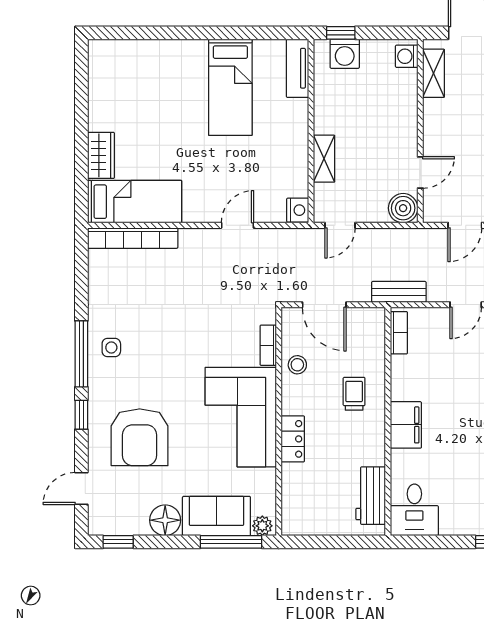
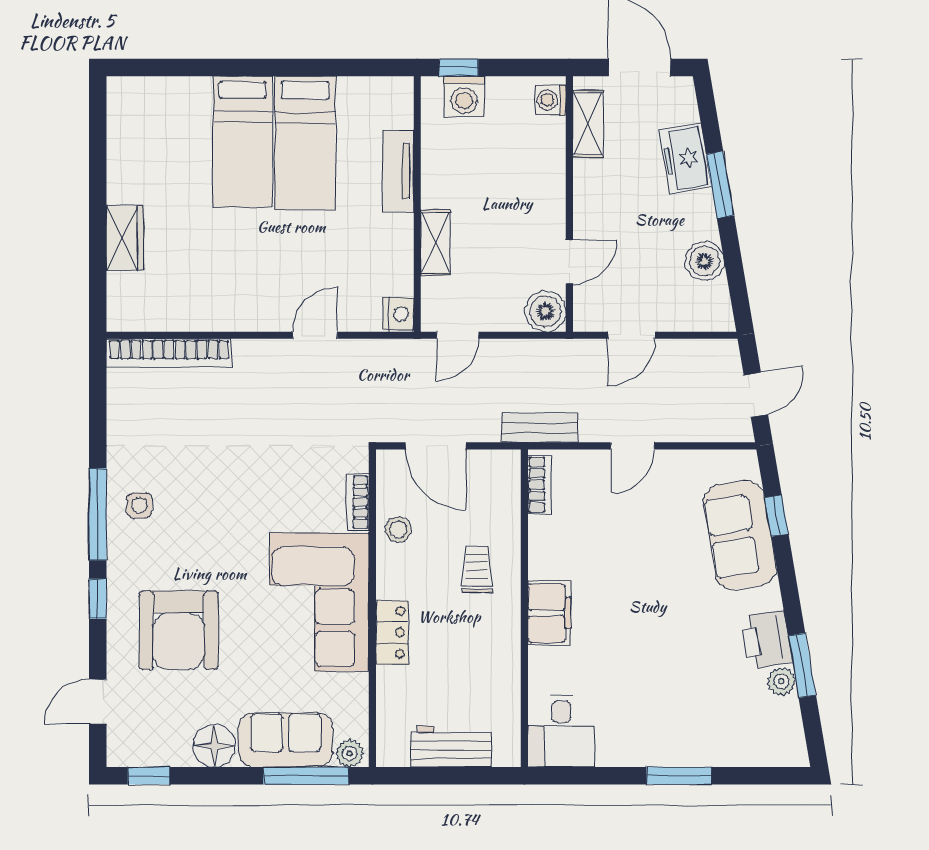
tv unit: (297, 68) -> (398, 171), moved
bed: (135, 202) -> (243, 142), moved, turned 90
workbench: (371, 496) -> (451, 747), moved, turned 90

